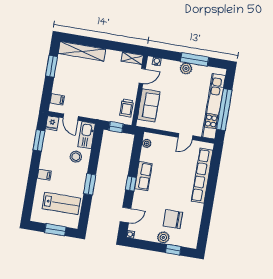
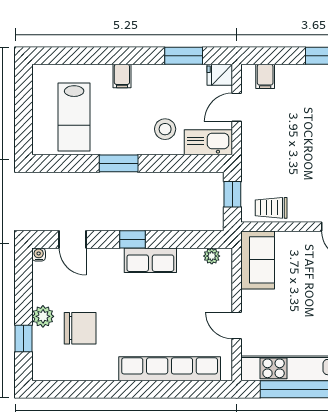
sofa: (149, 105) -> (258, 260), moved, turned -90
chair: (173, 219) -> (80, 328), turned 90
window: (55, 230) -> (23, 114), removed

